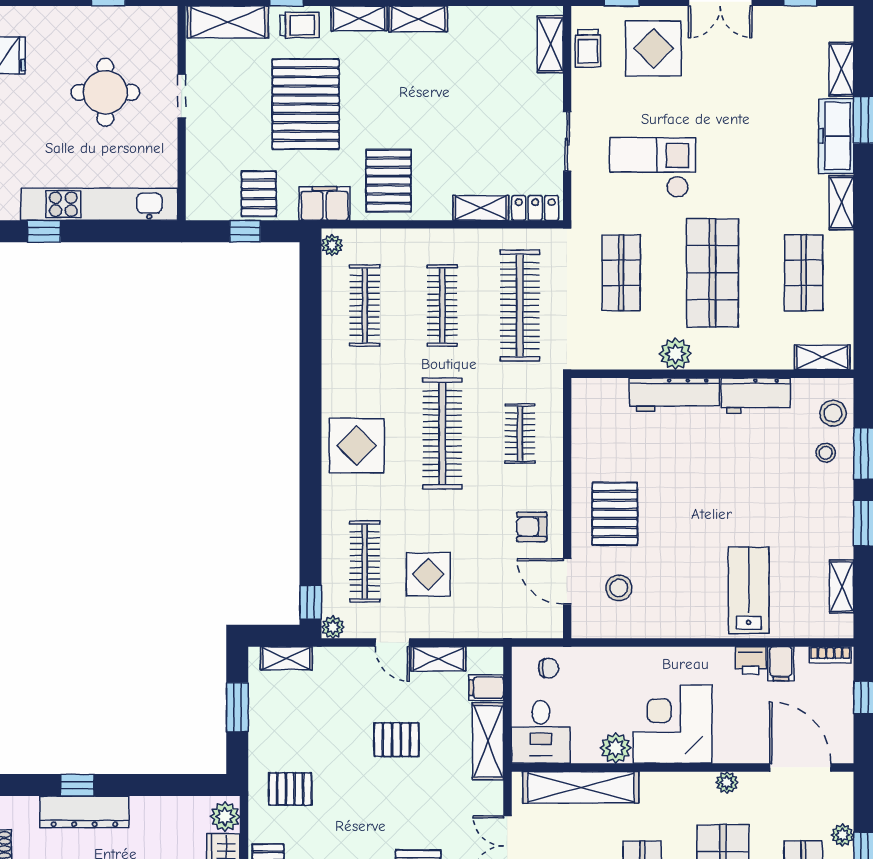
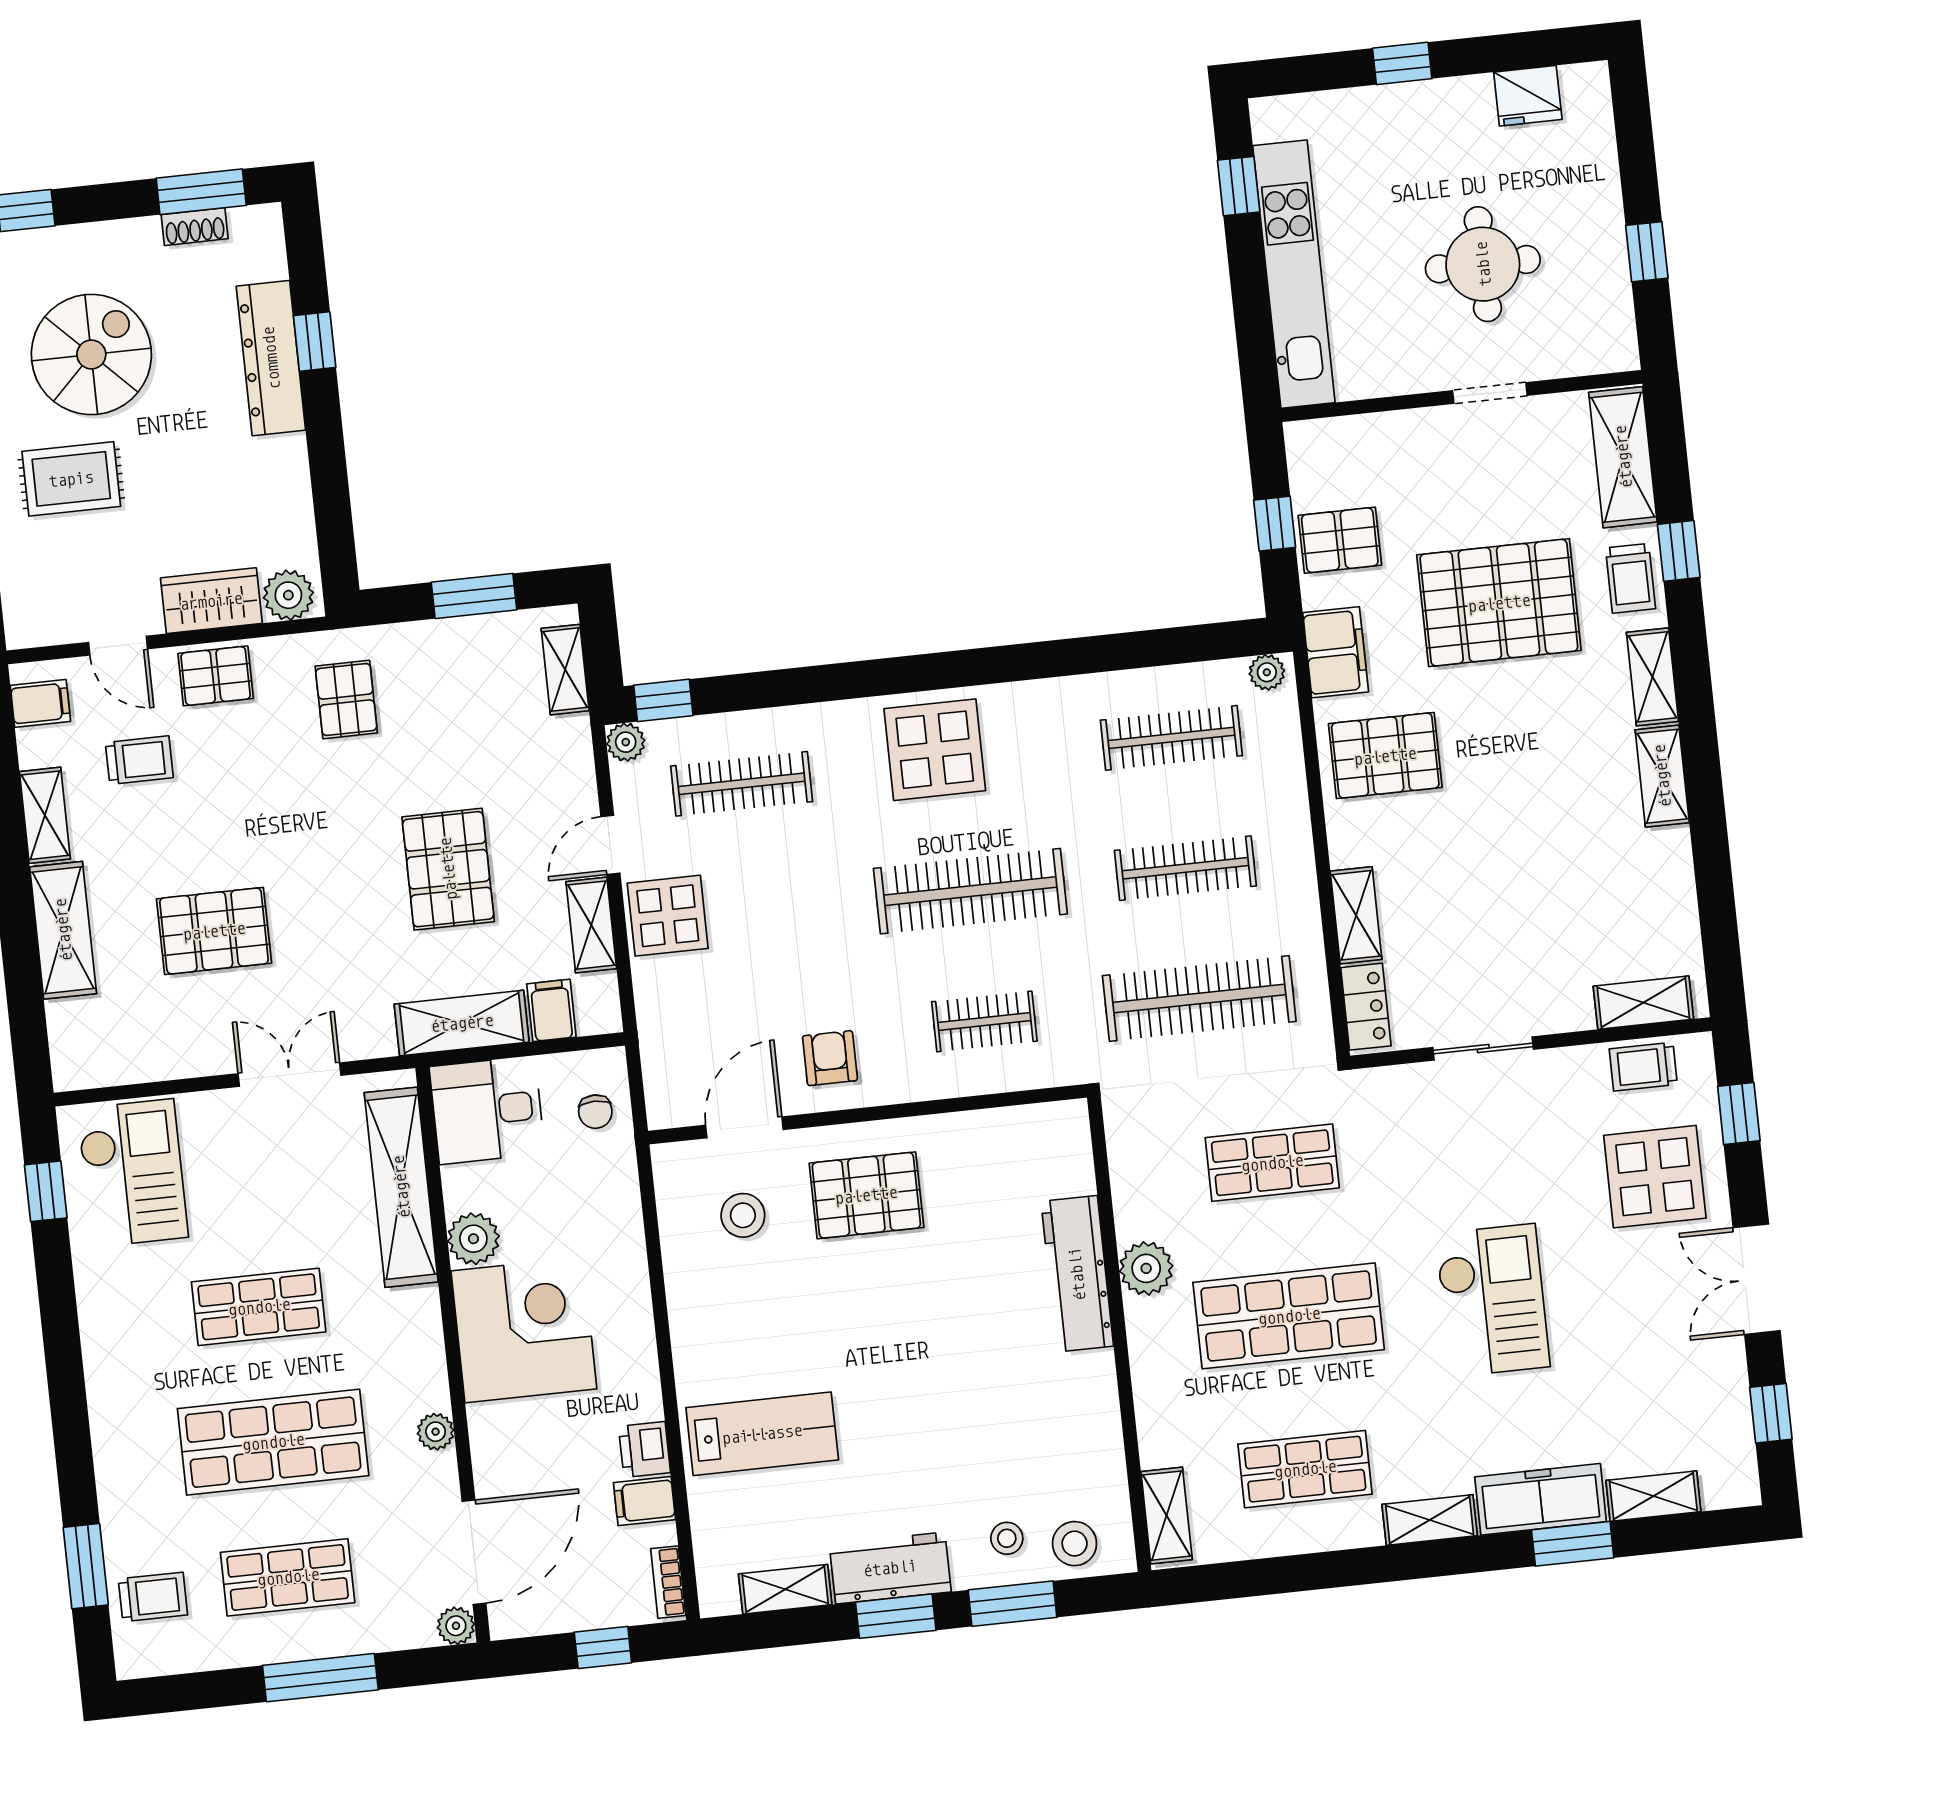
checkout: (653, 168) -> (1492, 1300), moved
workbench: (756, 396) -> (890, 1568), moved, turned 90
display table: (428, 574) -> (668, 916), moved
pallet: (396, 740) -> (448, 869), width x1.50, depth x1.42
plant: (842, 835) -> (456, 1626), moved

